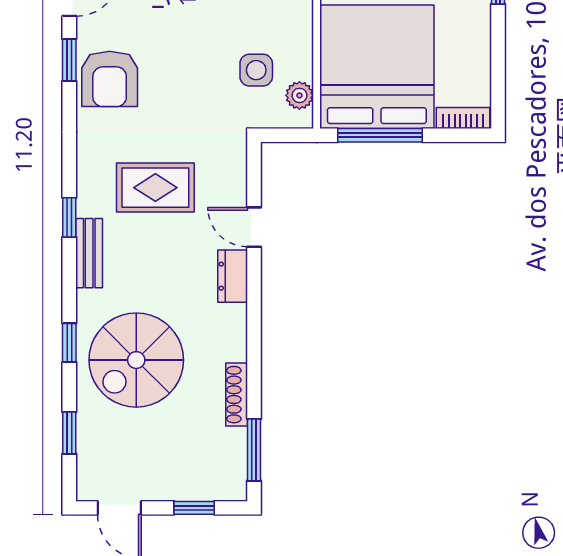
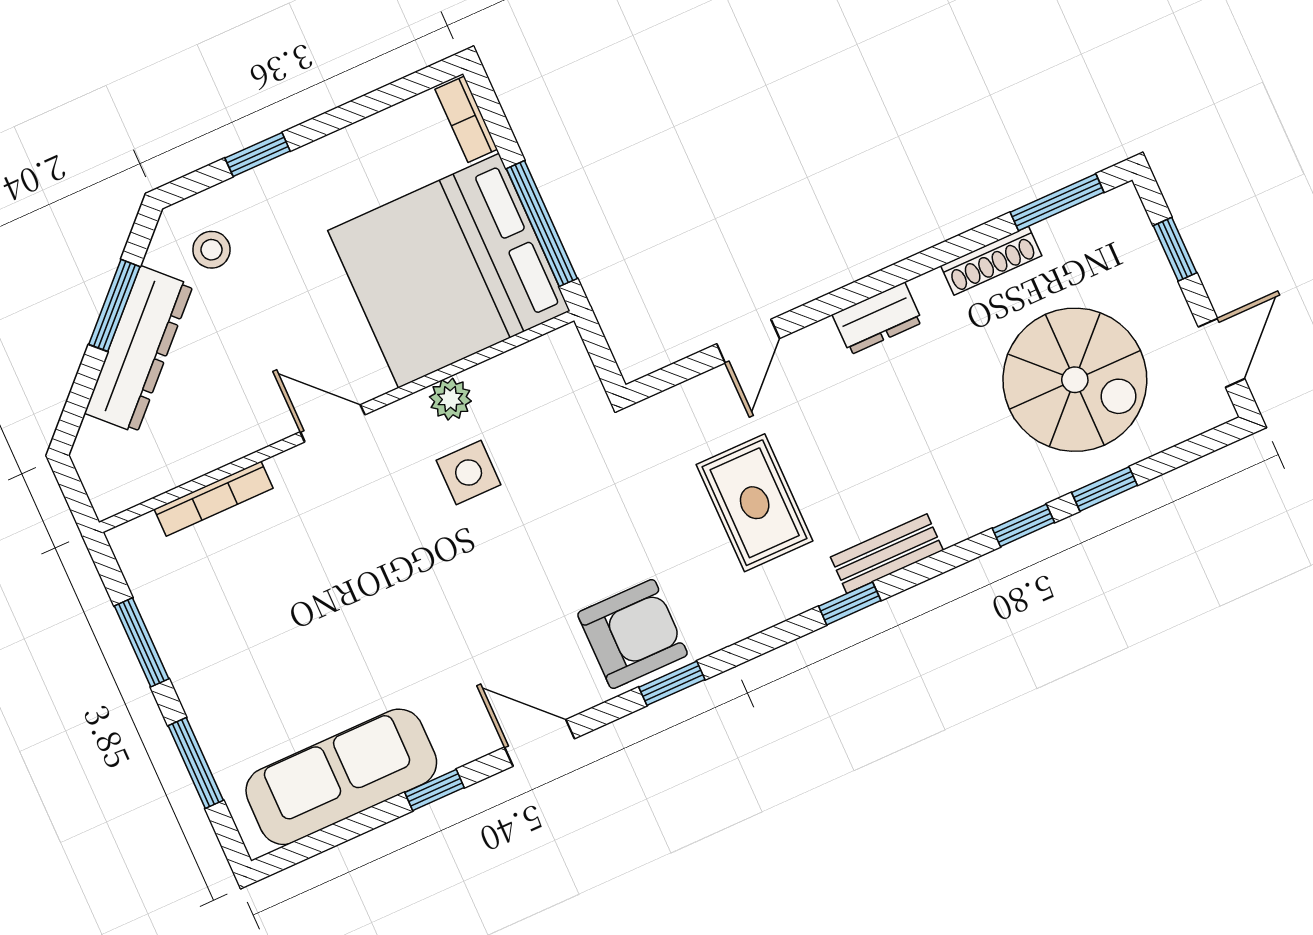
window: (69, 60) -> (672, 683), moved
side table: (256, 70) -> (469, 473), moved
plant: (299, 95) -> (450, 399), moved
dresser: (233, 276) -> (877, 319), moved
spiral stairs: (136, 360) -> (1075, 380), moved
window: (69, 433) -> (1105, 489), moved

